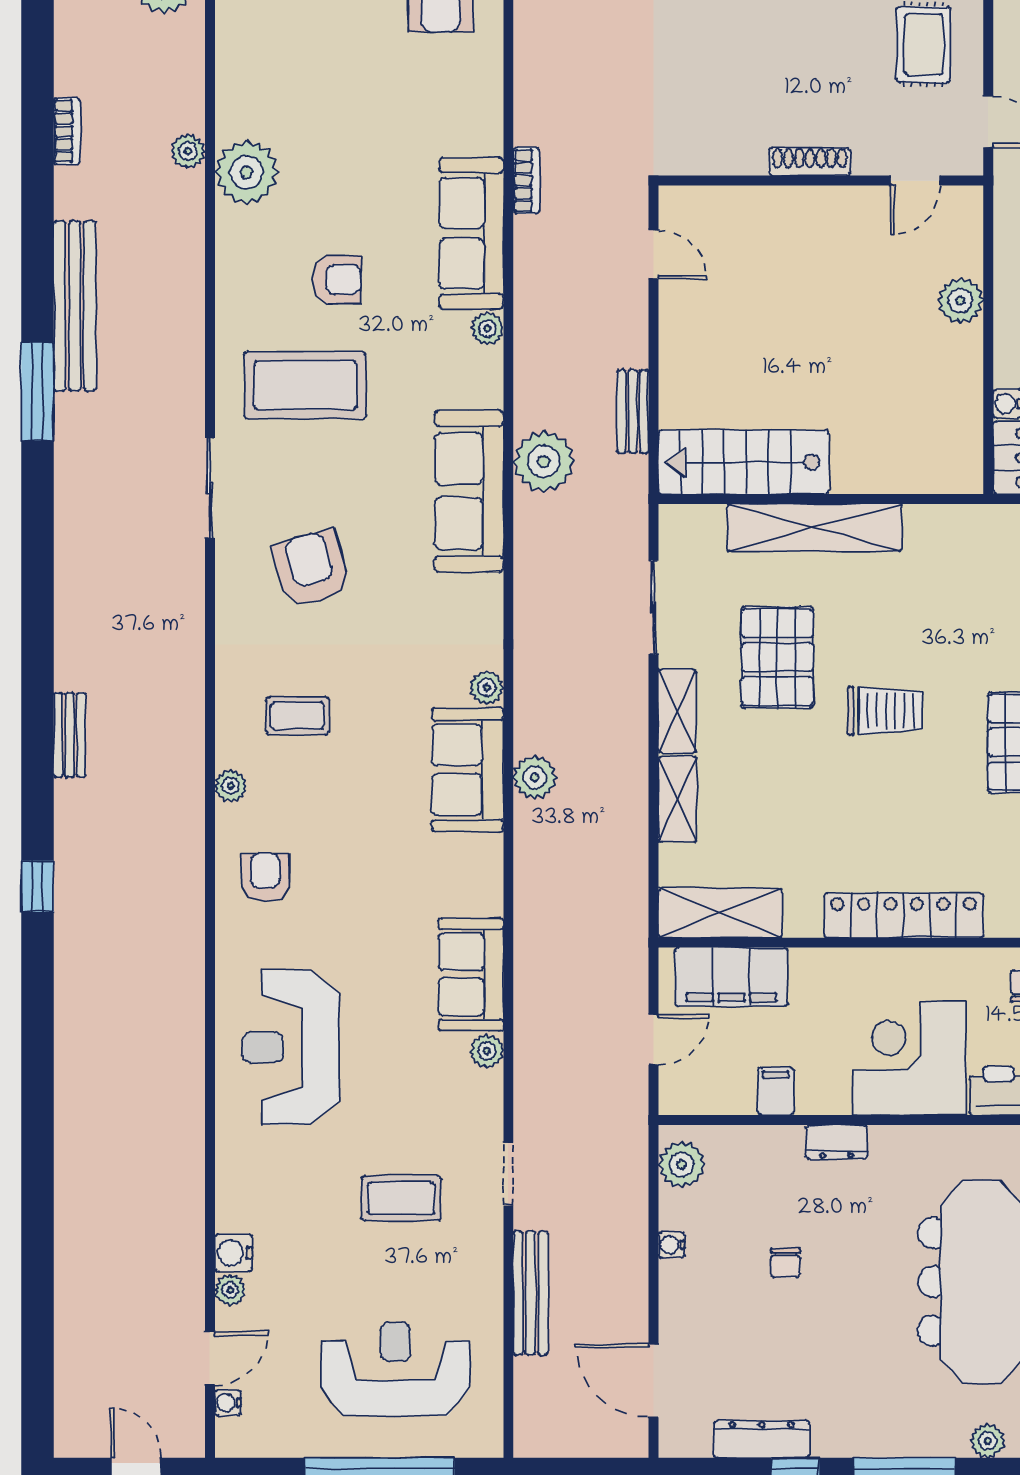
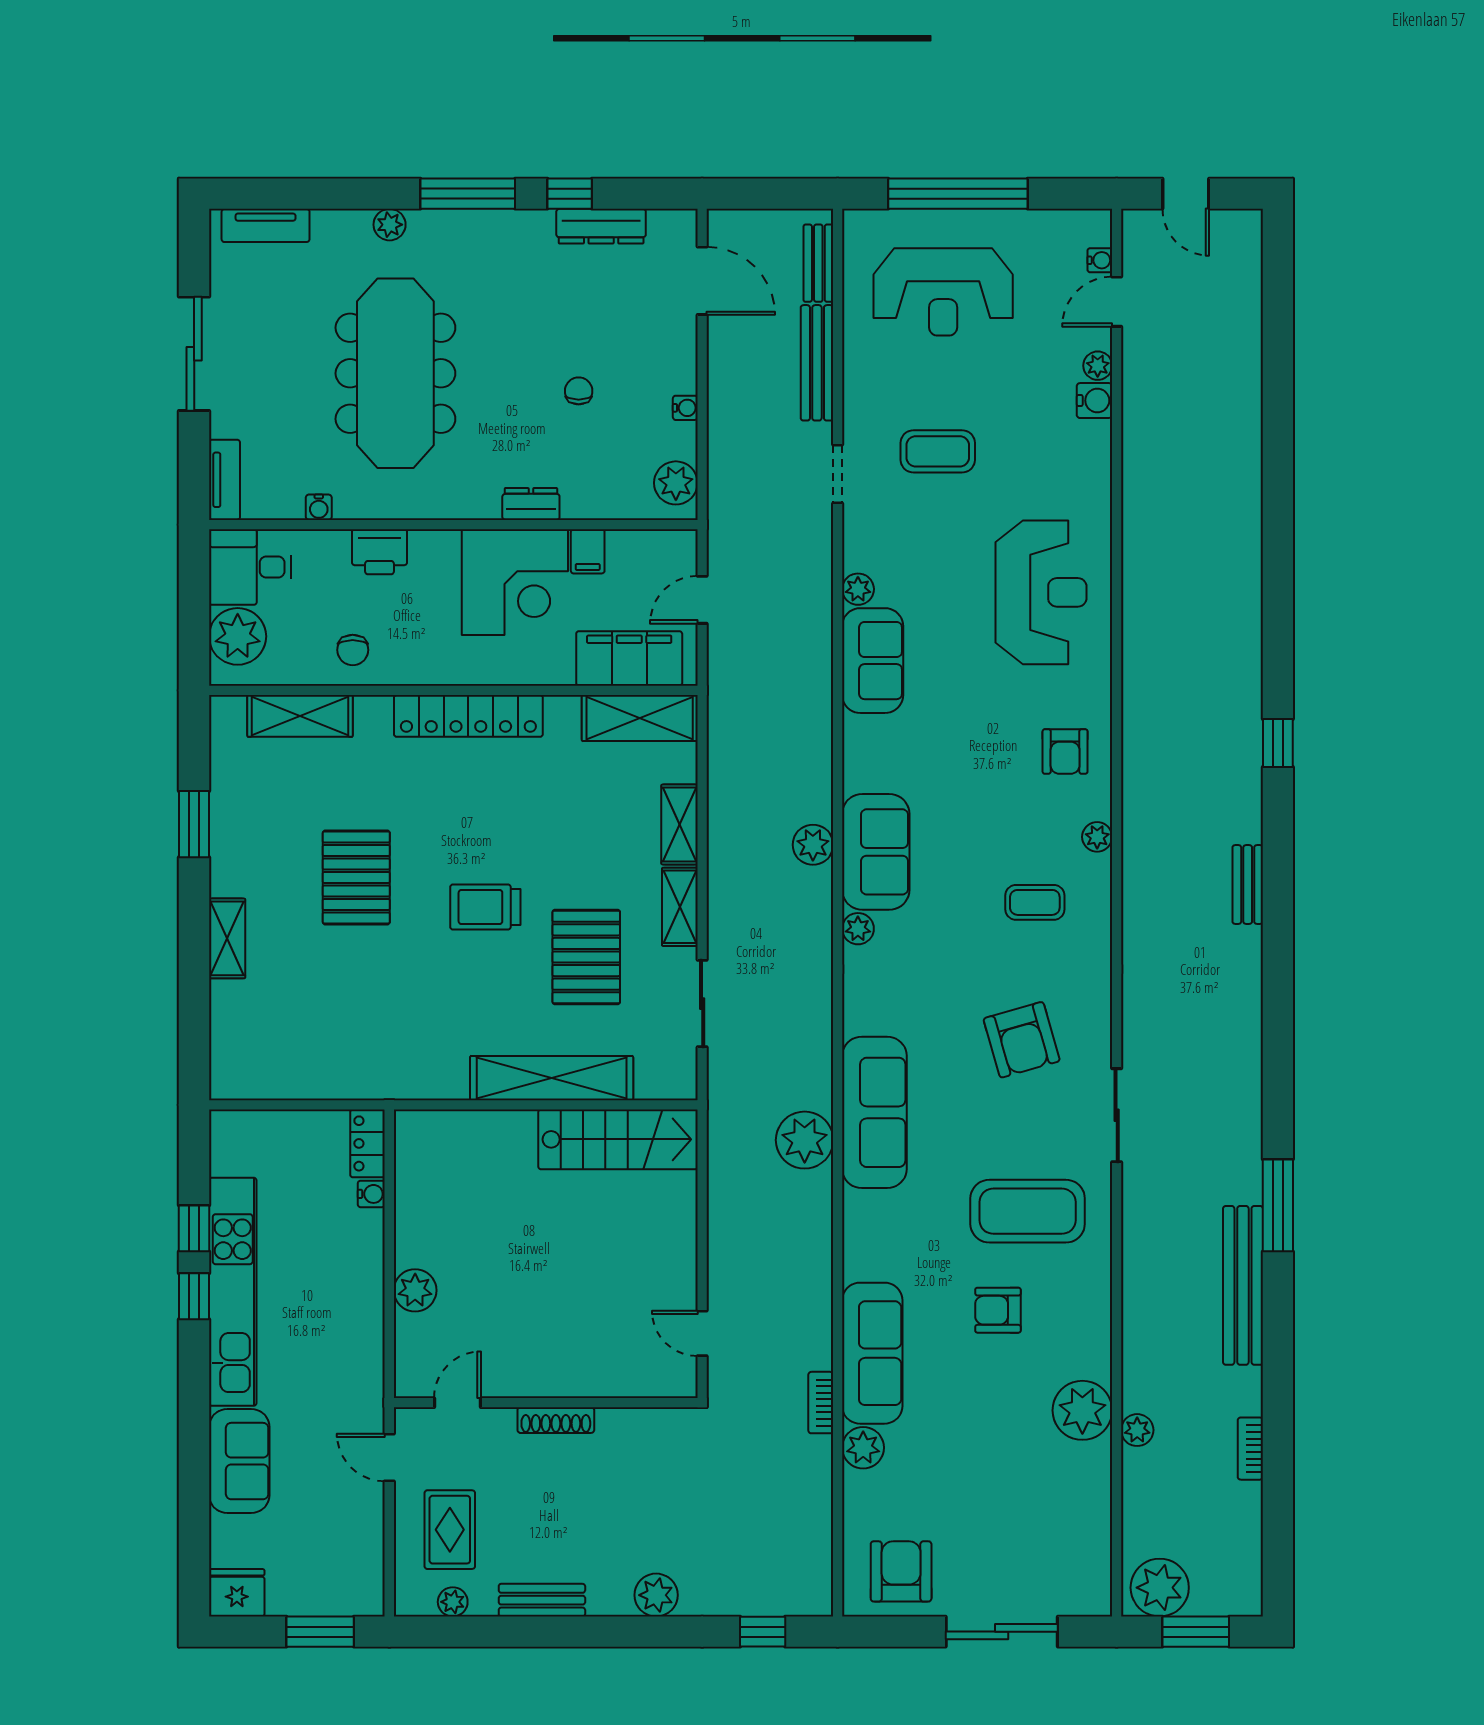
plant: (487, 328) -> (863, 1448), moved, width x1.38, depth x1.38
bench: (633, 411) -> (818, 263), moved
corner desk: (909, 1058) -> (515, 582), moved

